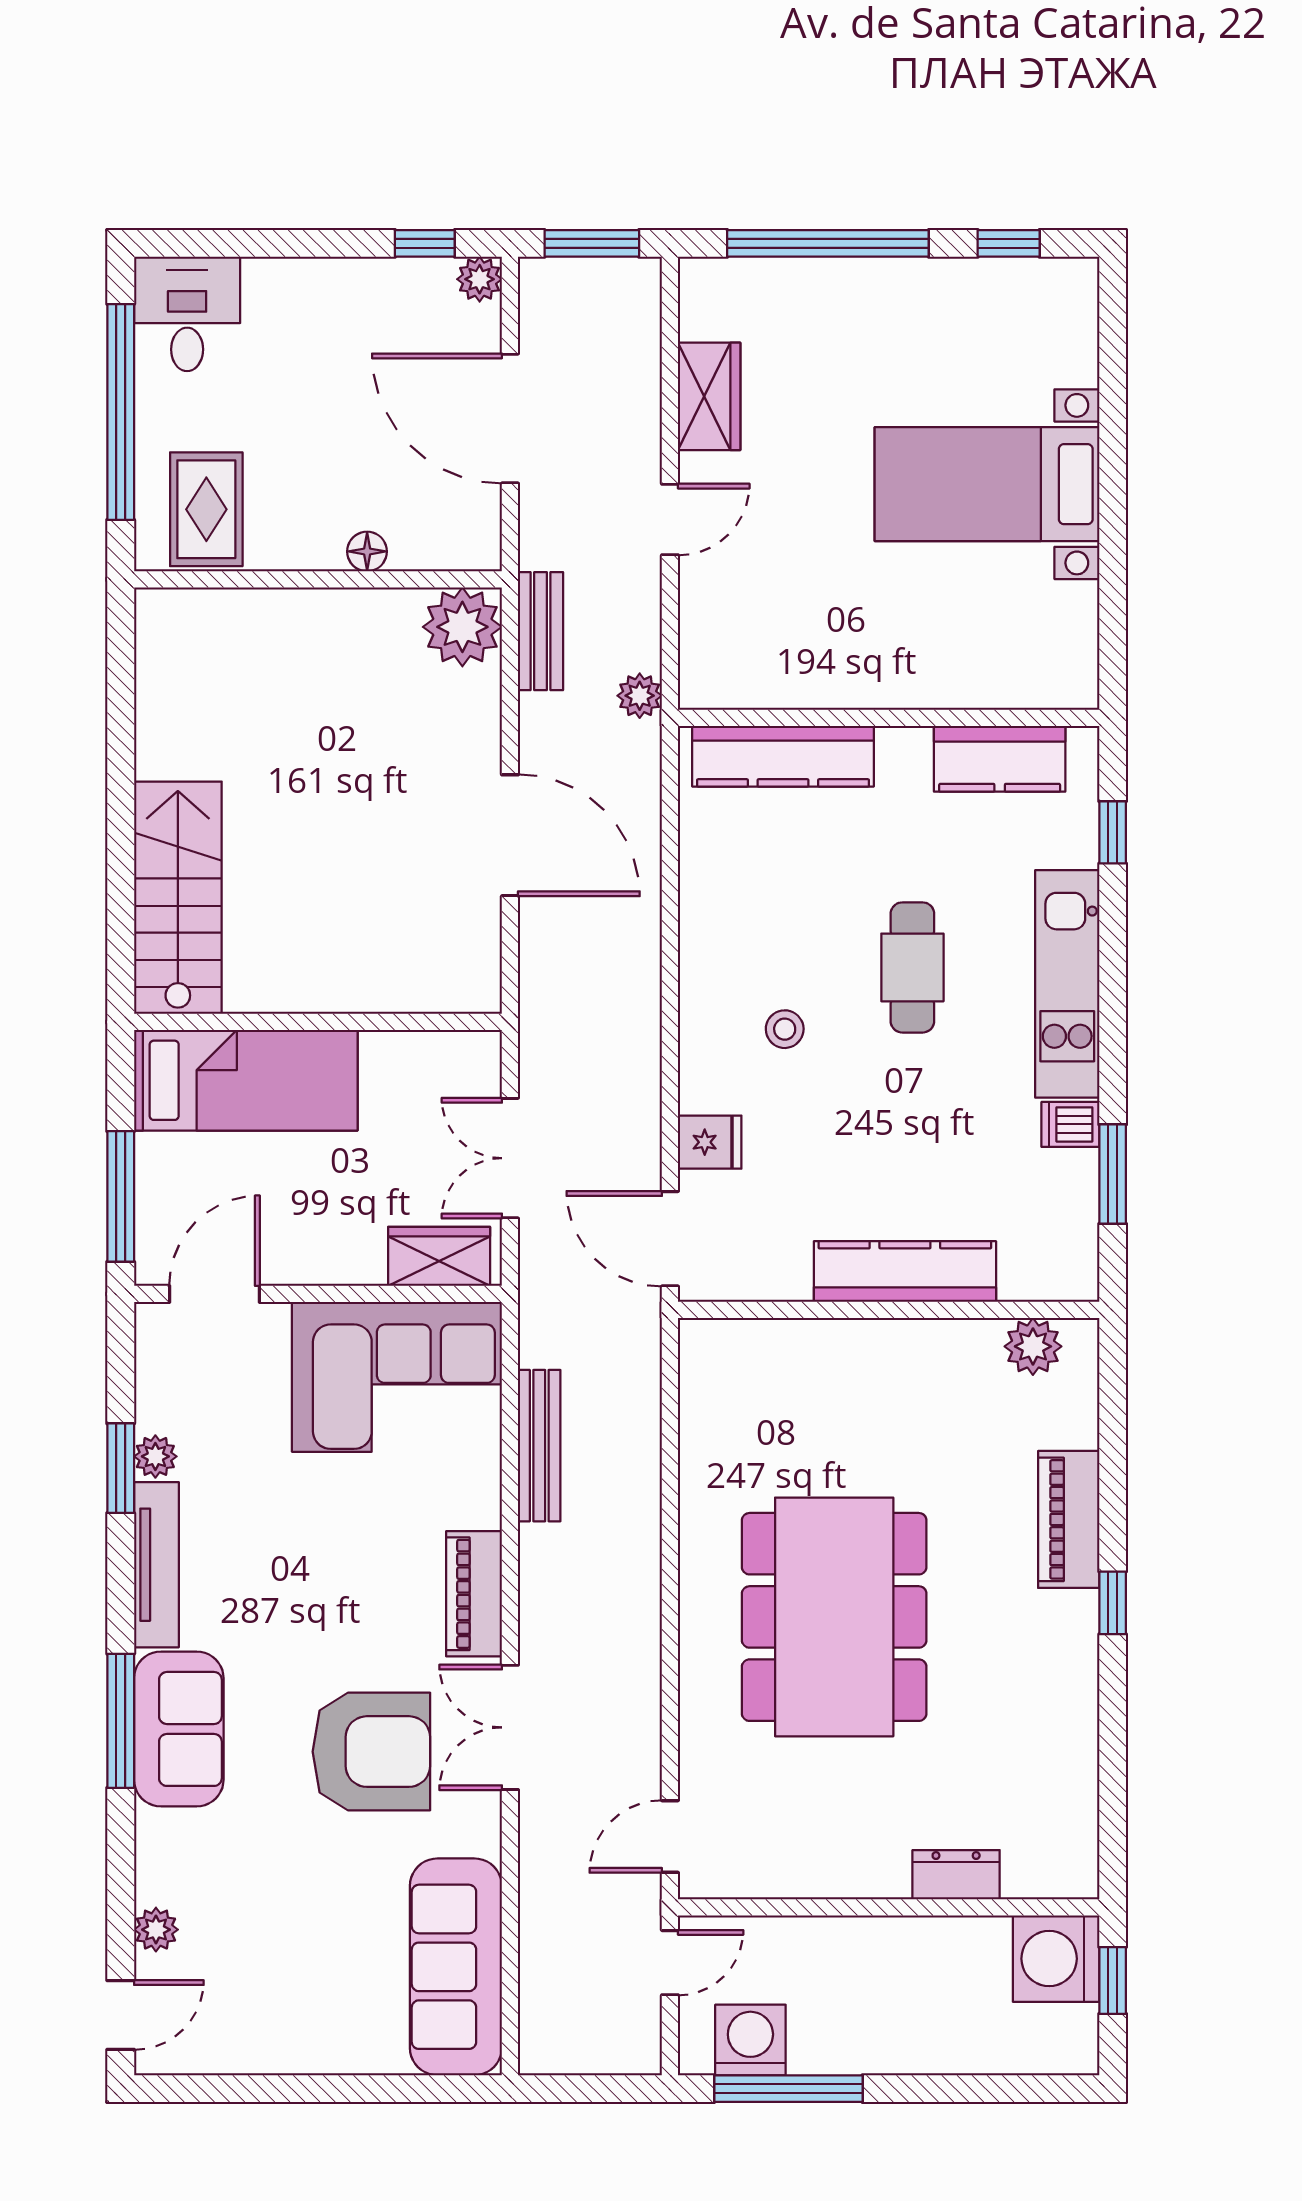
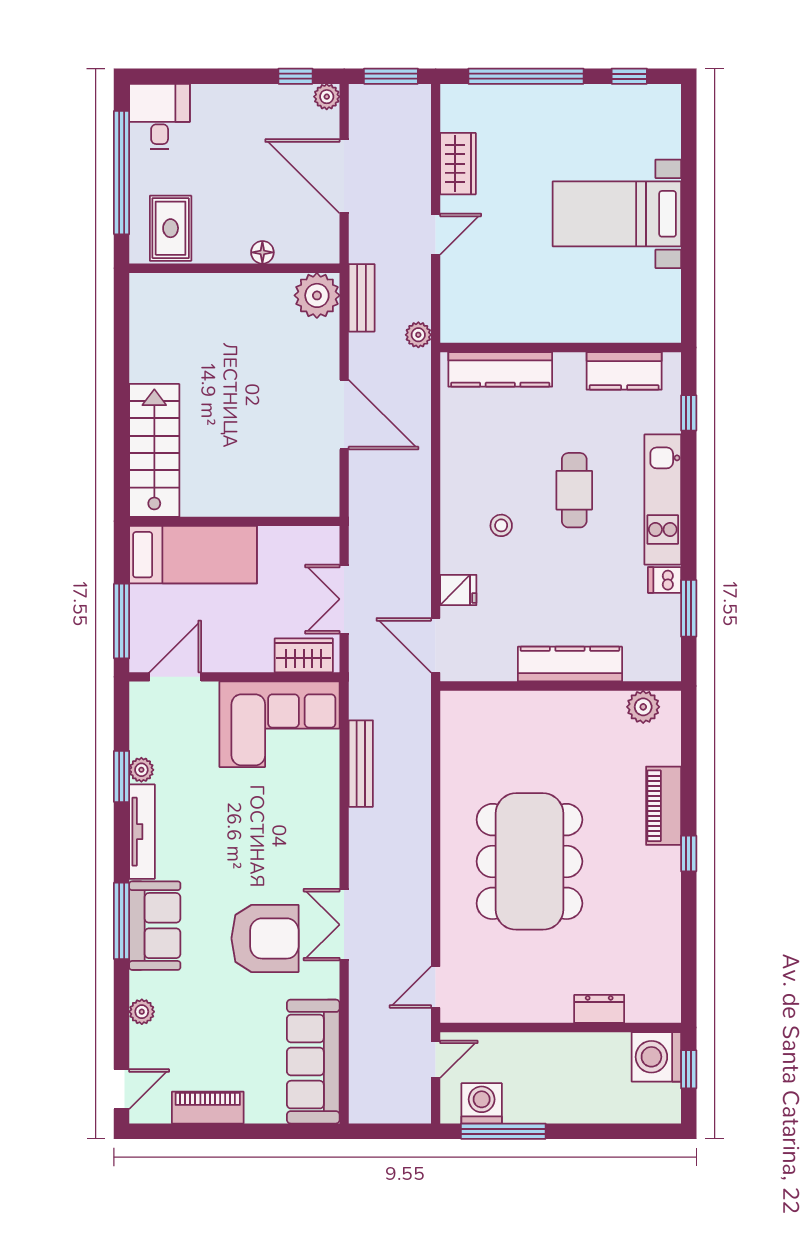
piano: (474, 1594) -> (208, 1108), moved, turned 90
plant: (156, 1930) -> (142, 1012), moved

